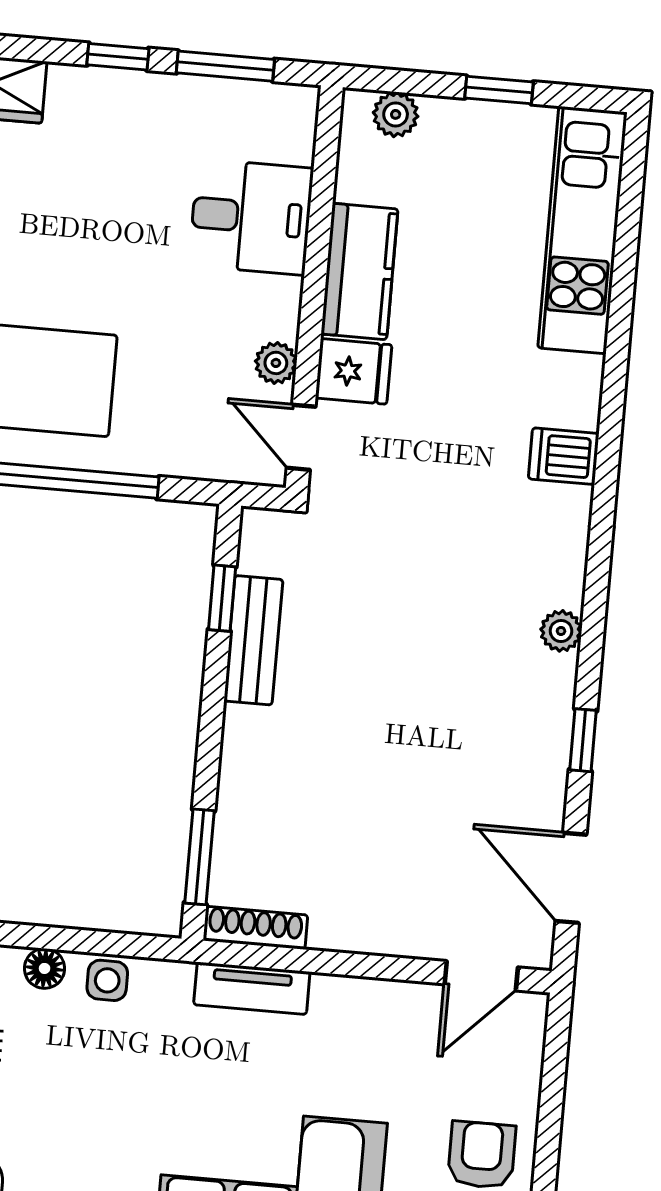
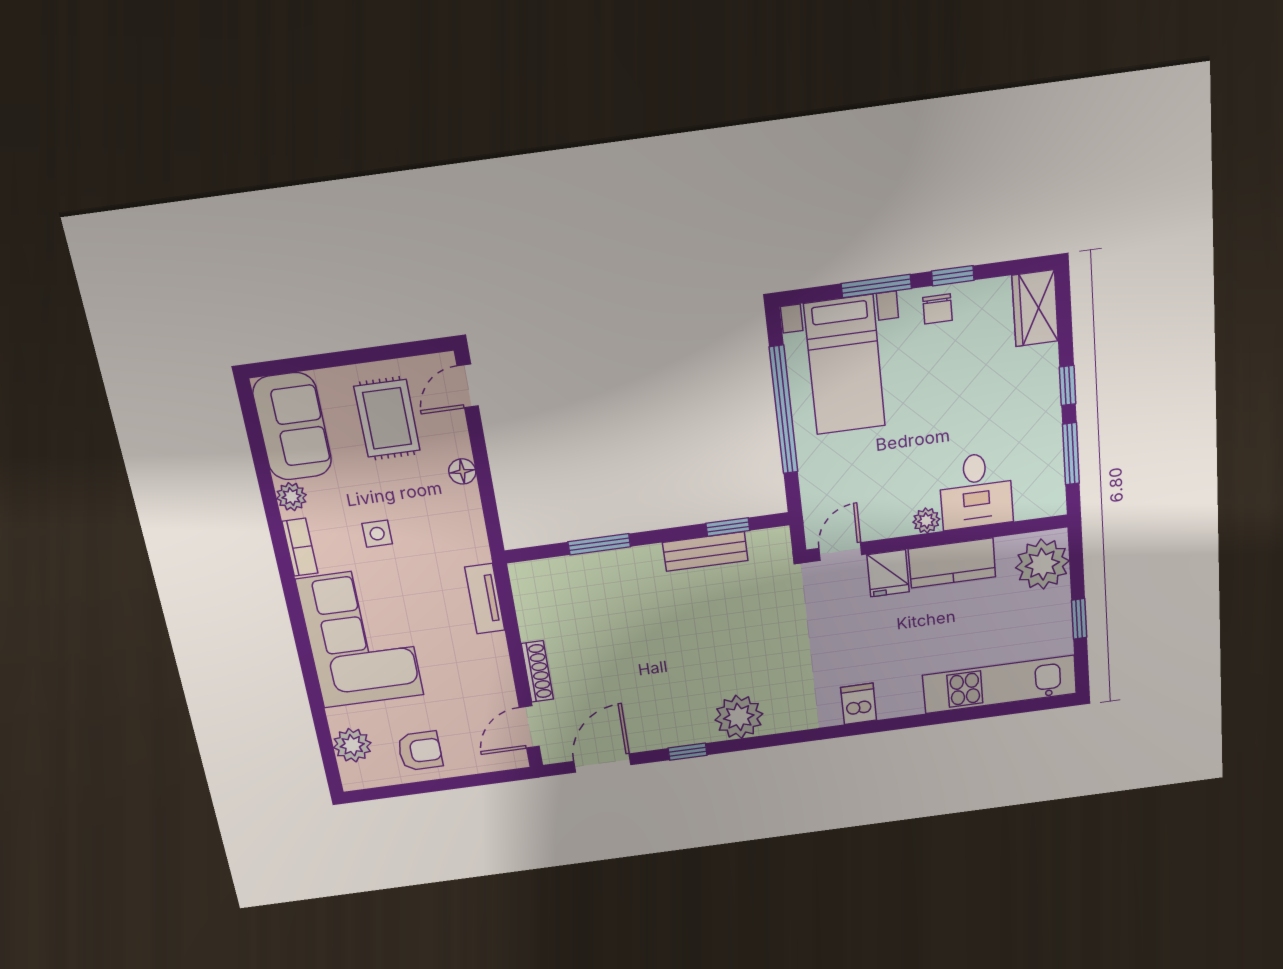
plant: (396, 114) -> (1042, 564), width x1.88, depth x1.88
plant: (276, 363) -> (926, 521), moved
plant: (561, 631) -> (739, 717), width x1.87, depth x1.87
window: (199, 857) -> (599, 544), moved
shoe rack: (255, 928) -> (537, 671), moved
door: (481, 976) -> (529, 727), hinge flipped
side table: (107, 980) -> (377, 534), moved

